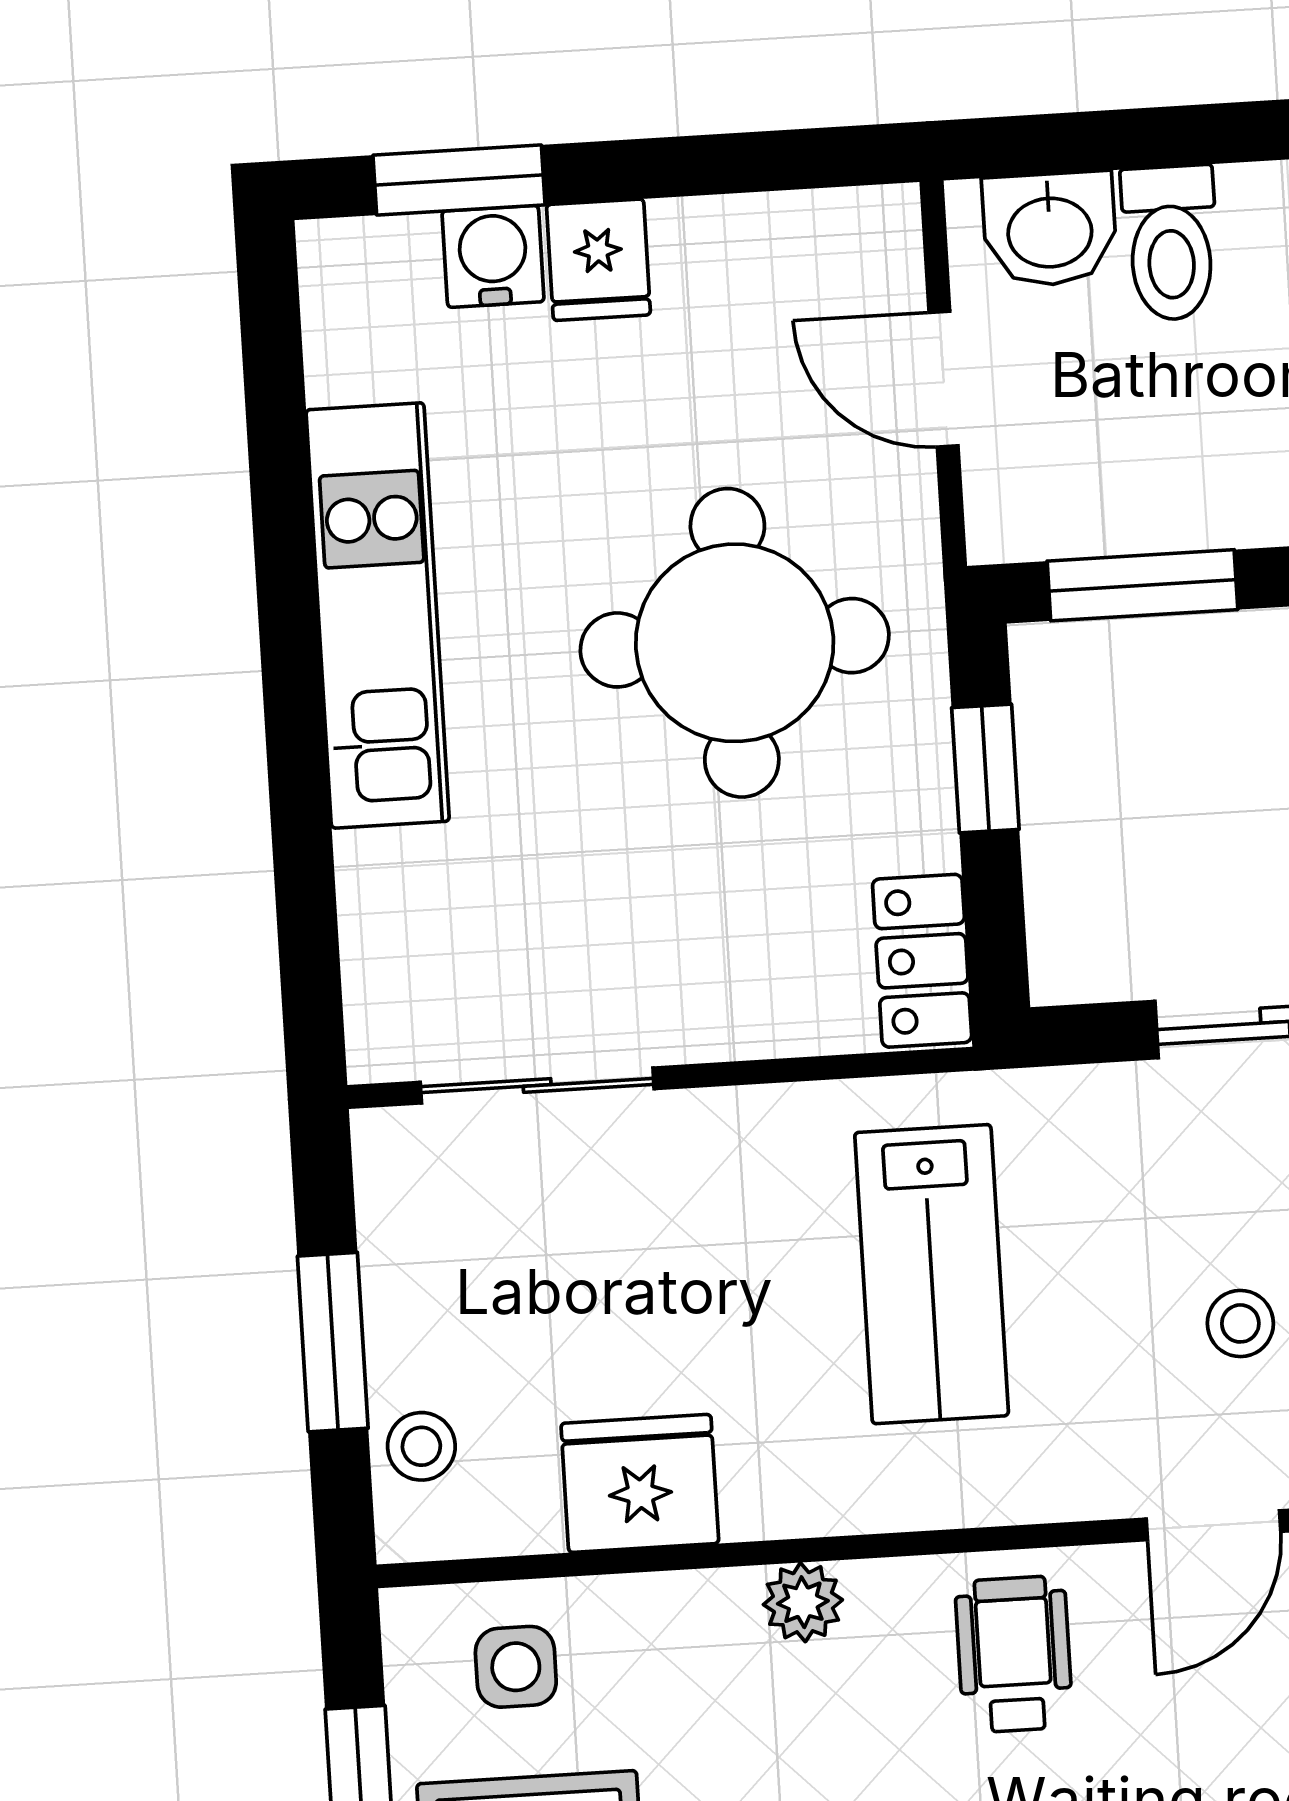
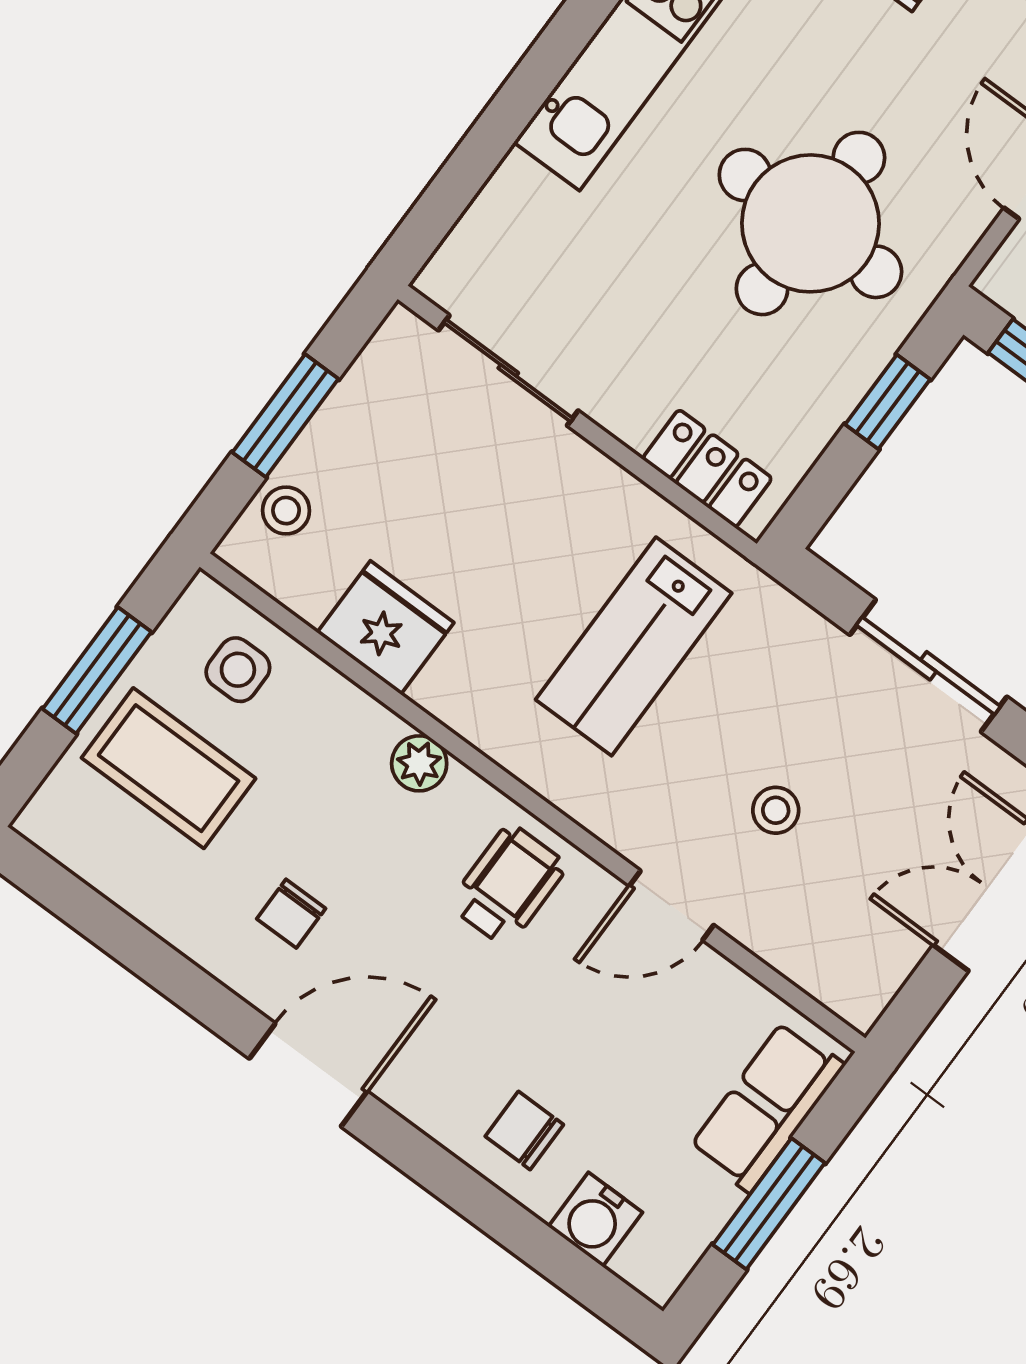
locker: (922, 961) -> (707, 468), moved, turned 90

